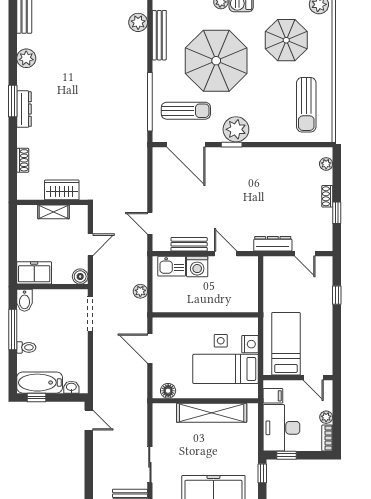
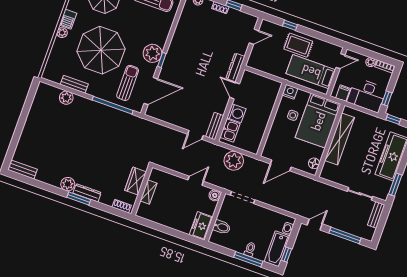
plant: (138, 22) -> (66, 98), moved
bench: (159, 35) -> (74, 84), width x0.73
plant: (26, 58) -> (68, 184), moved
wardrobe: (62, 190) -> (136, 181), moved
wall: (52, 202) -> (142, 191), moved
shelving: (54, 212) -> (148, 192), moved
bench: (189, 244) -> (215, 126), moved
dresser: (273, 244) -> (235, 68), moved
door: (90, 245) -> (196, 181), hinge flipped
door: (226, 254) -> (235, 91), hinge flipped
plant: (140, 291) -> (234, 161), width x1.87, depth x1.87
bidet: (25, 300) -> (222, 227), moved
rug: (315, 315) -> (298, 45), added
window: (13, 330) -> (248, 259), moved
nightstand: (250, 344) -> (290, 92), moved
bed: (226, 369) -> (318, 121), width x1.50
window: (89, 465) -> (345, 235), added

